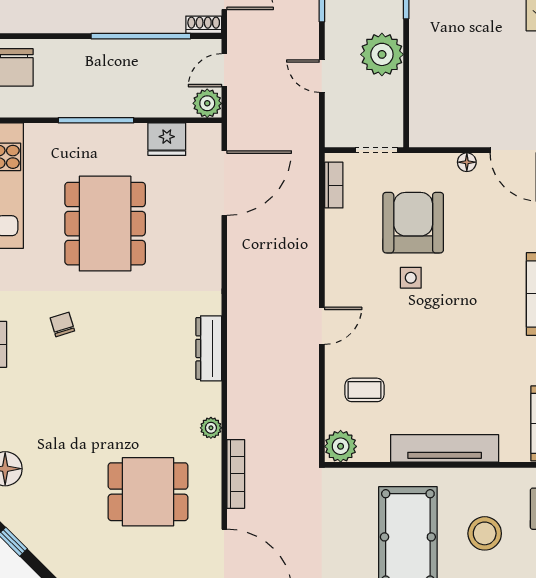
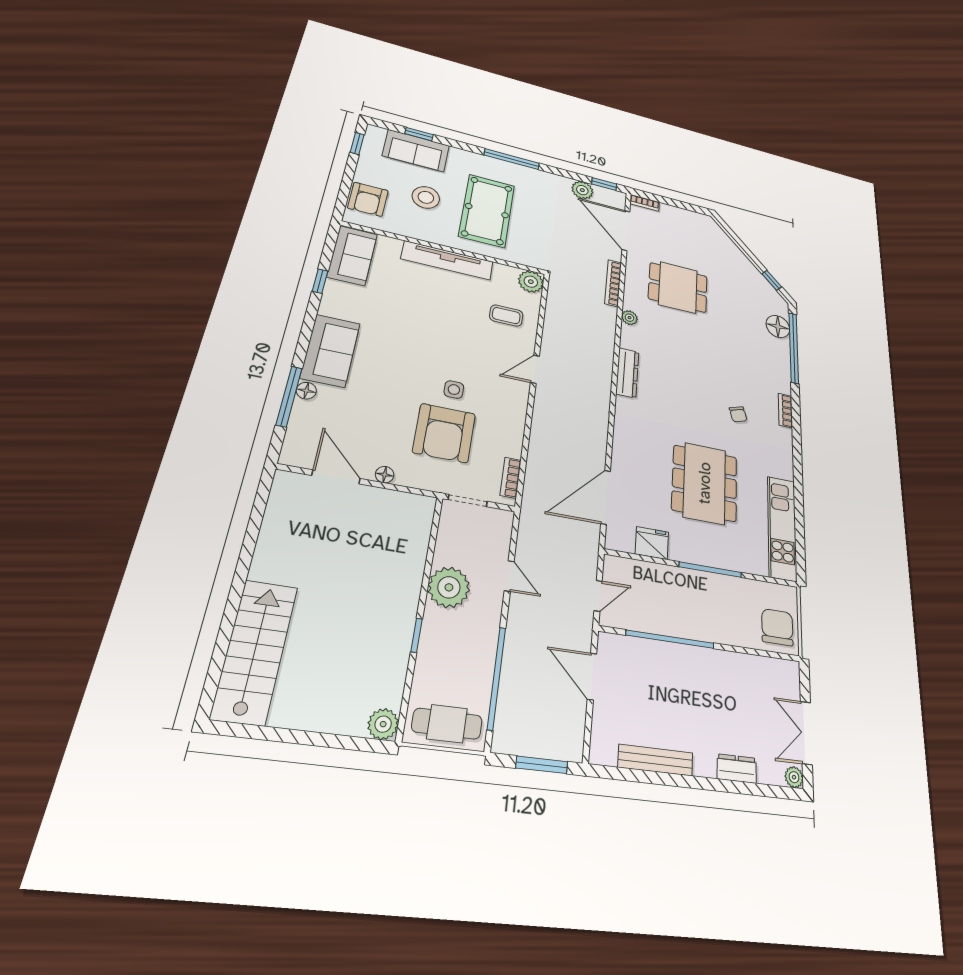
shoe rack: (204, 25) -> (614, 642), removed
plant: (207, 103) -> (615, 568), removed

